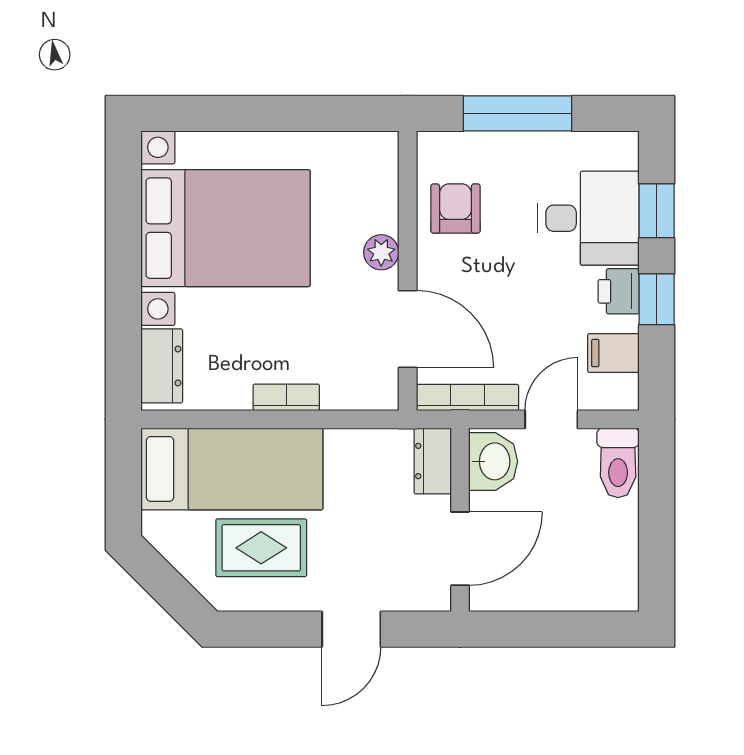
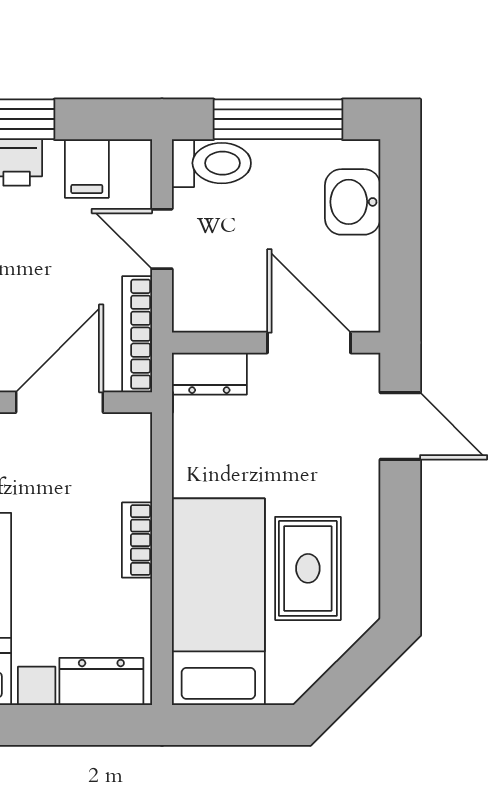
washbasin: (493, 461) -> (353, 202), moved, turned -90
window: (657, 521) -> (278, 119), added
door: (351, 629) -> (400, 426), moved

